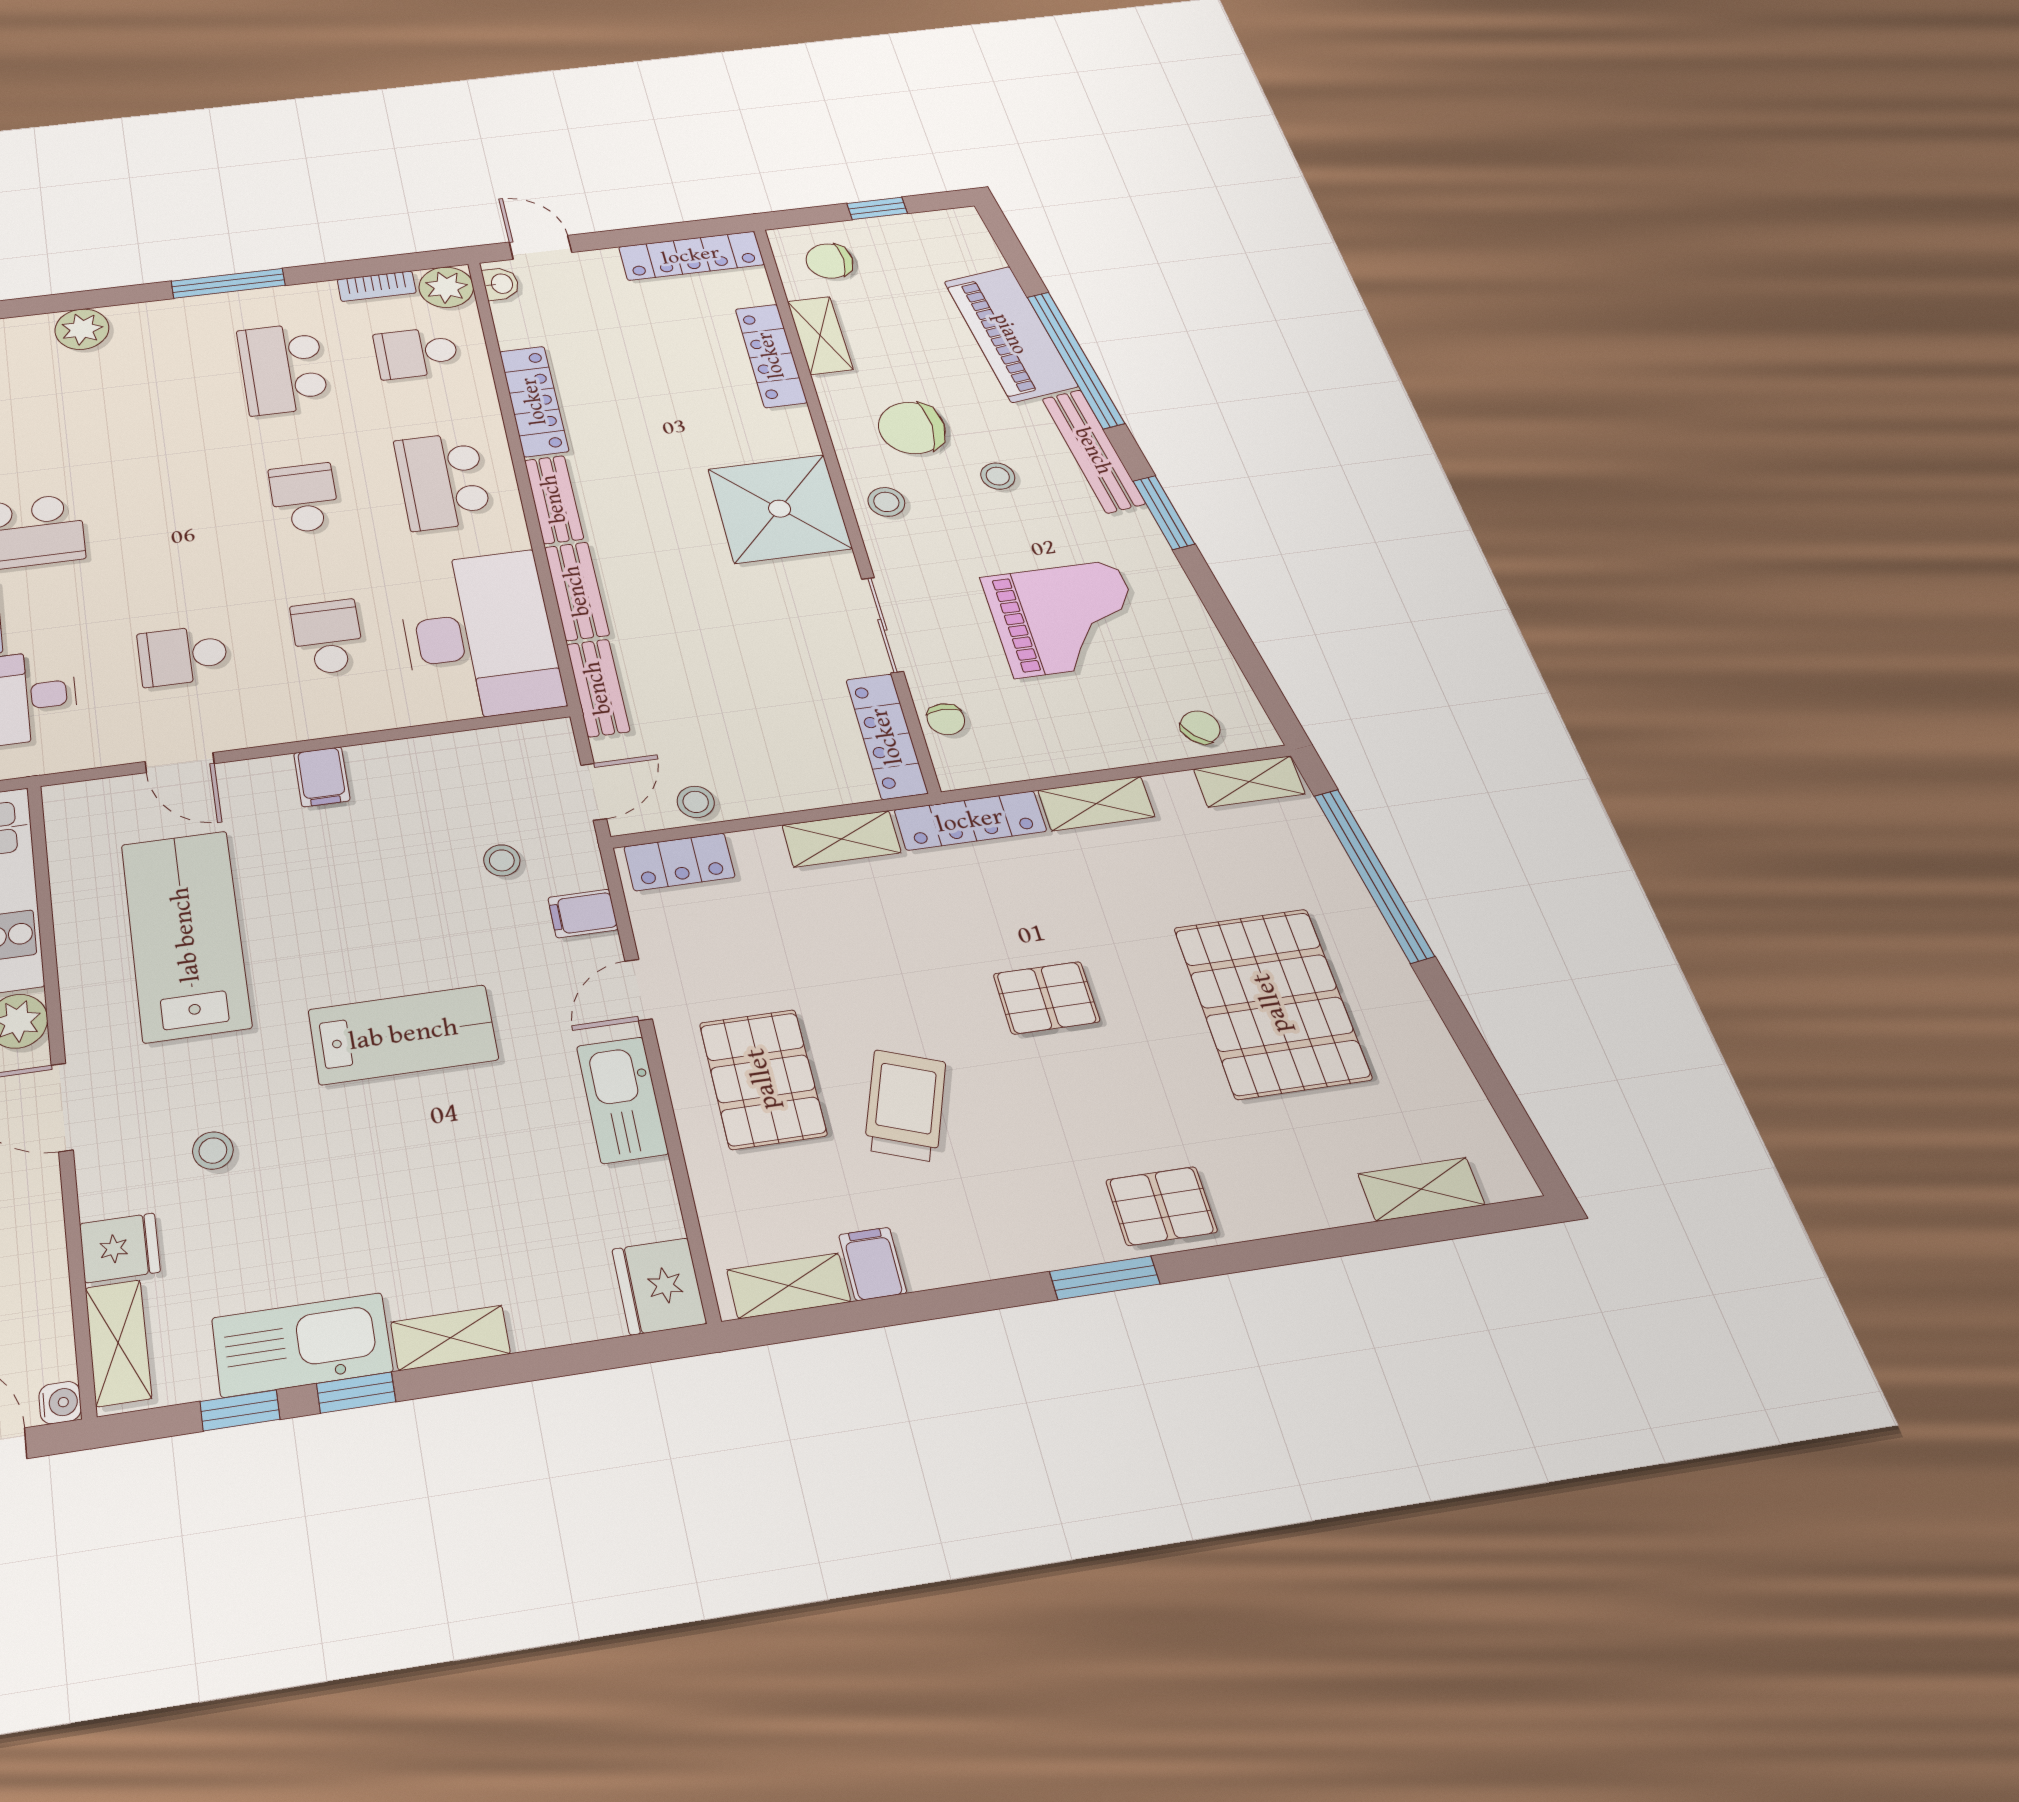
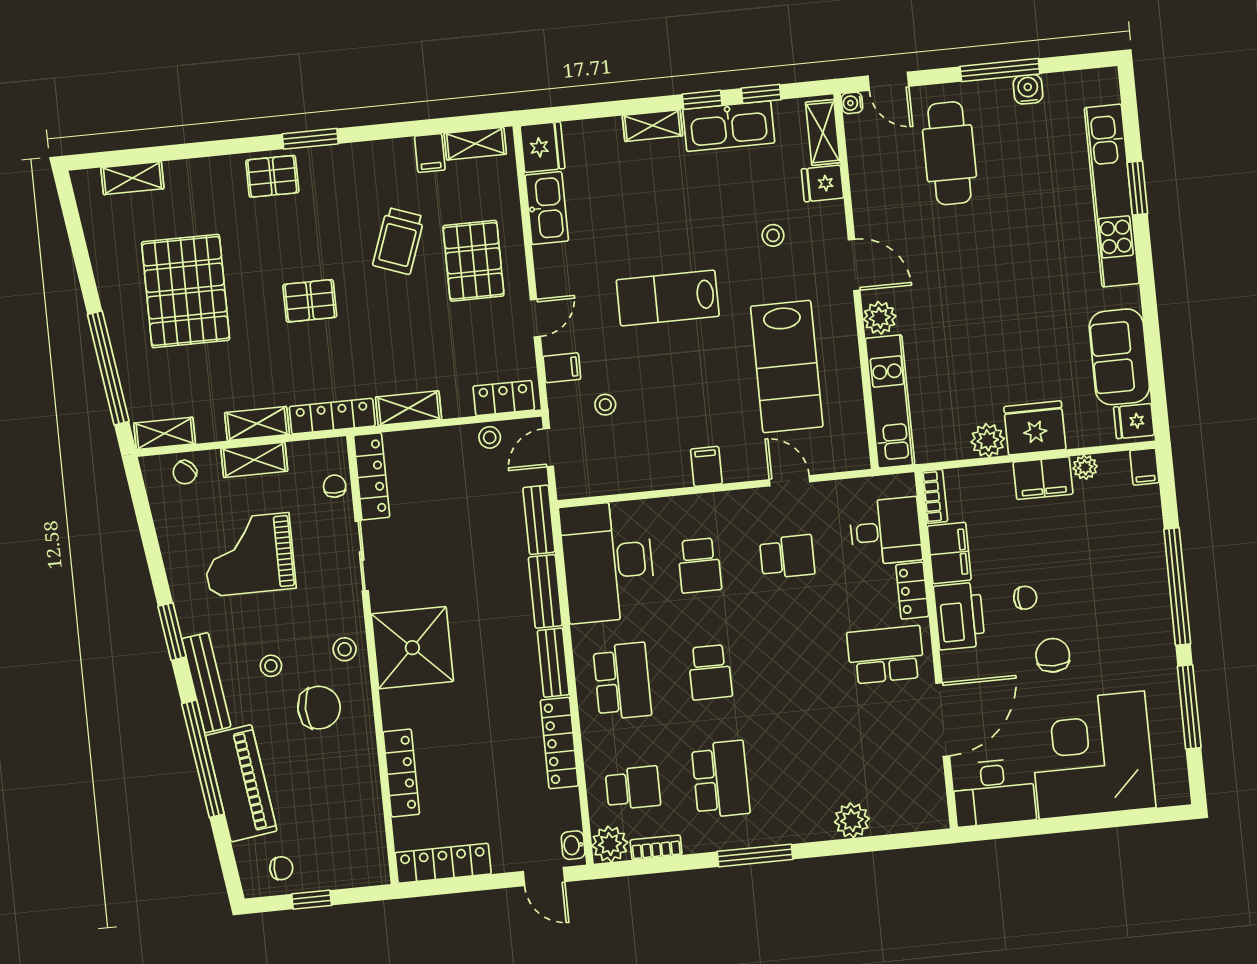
chair: (829, 261) -> (281, 868), moved, width x0.73, depth x0.73
shelving: (820, 335) -> (254, 460), moved, turned 90
kitchen sink: (622, 1100) -> (547, 208), moved

